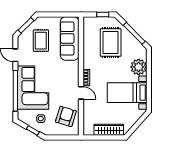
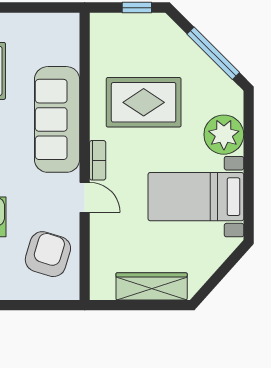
sofa: (70, 38) -> (57, 119), moved
rug: (111, 42) -> (144, 102), moved, turned 90

